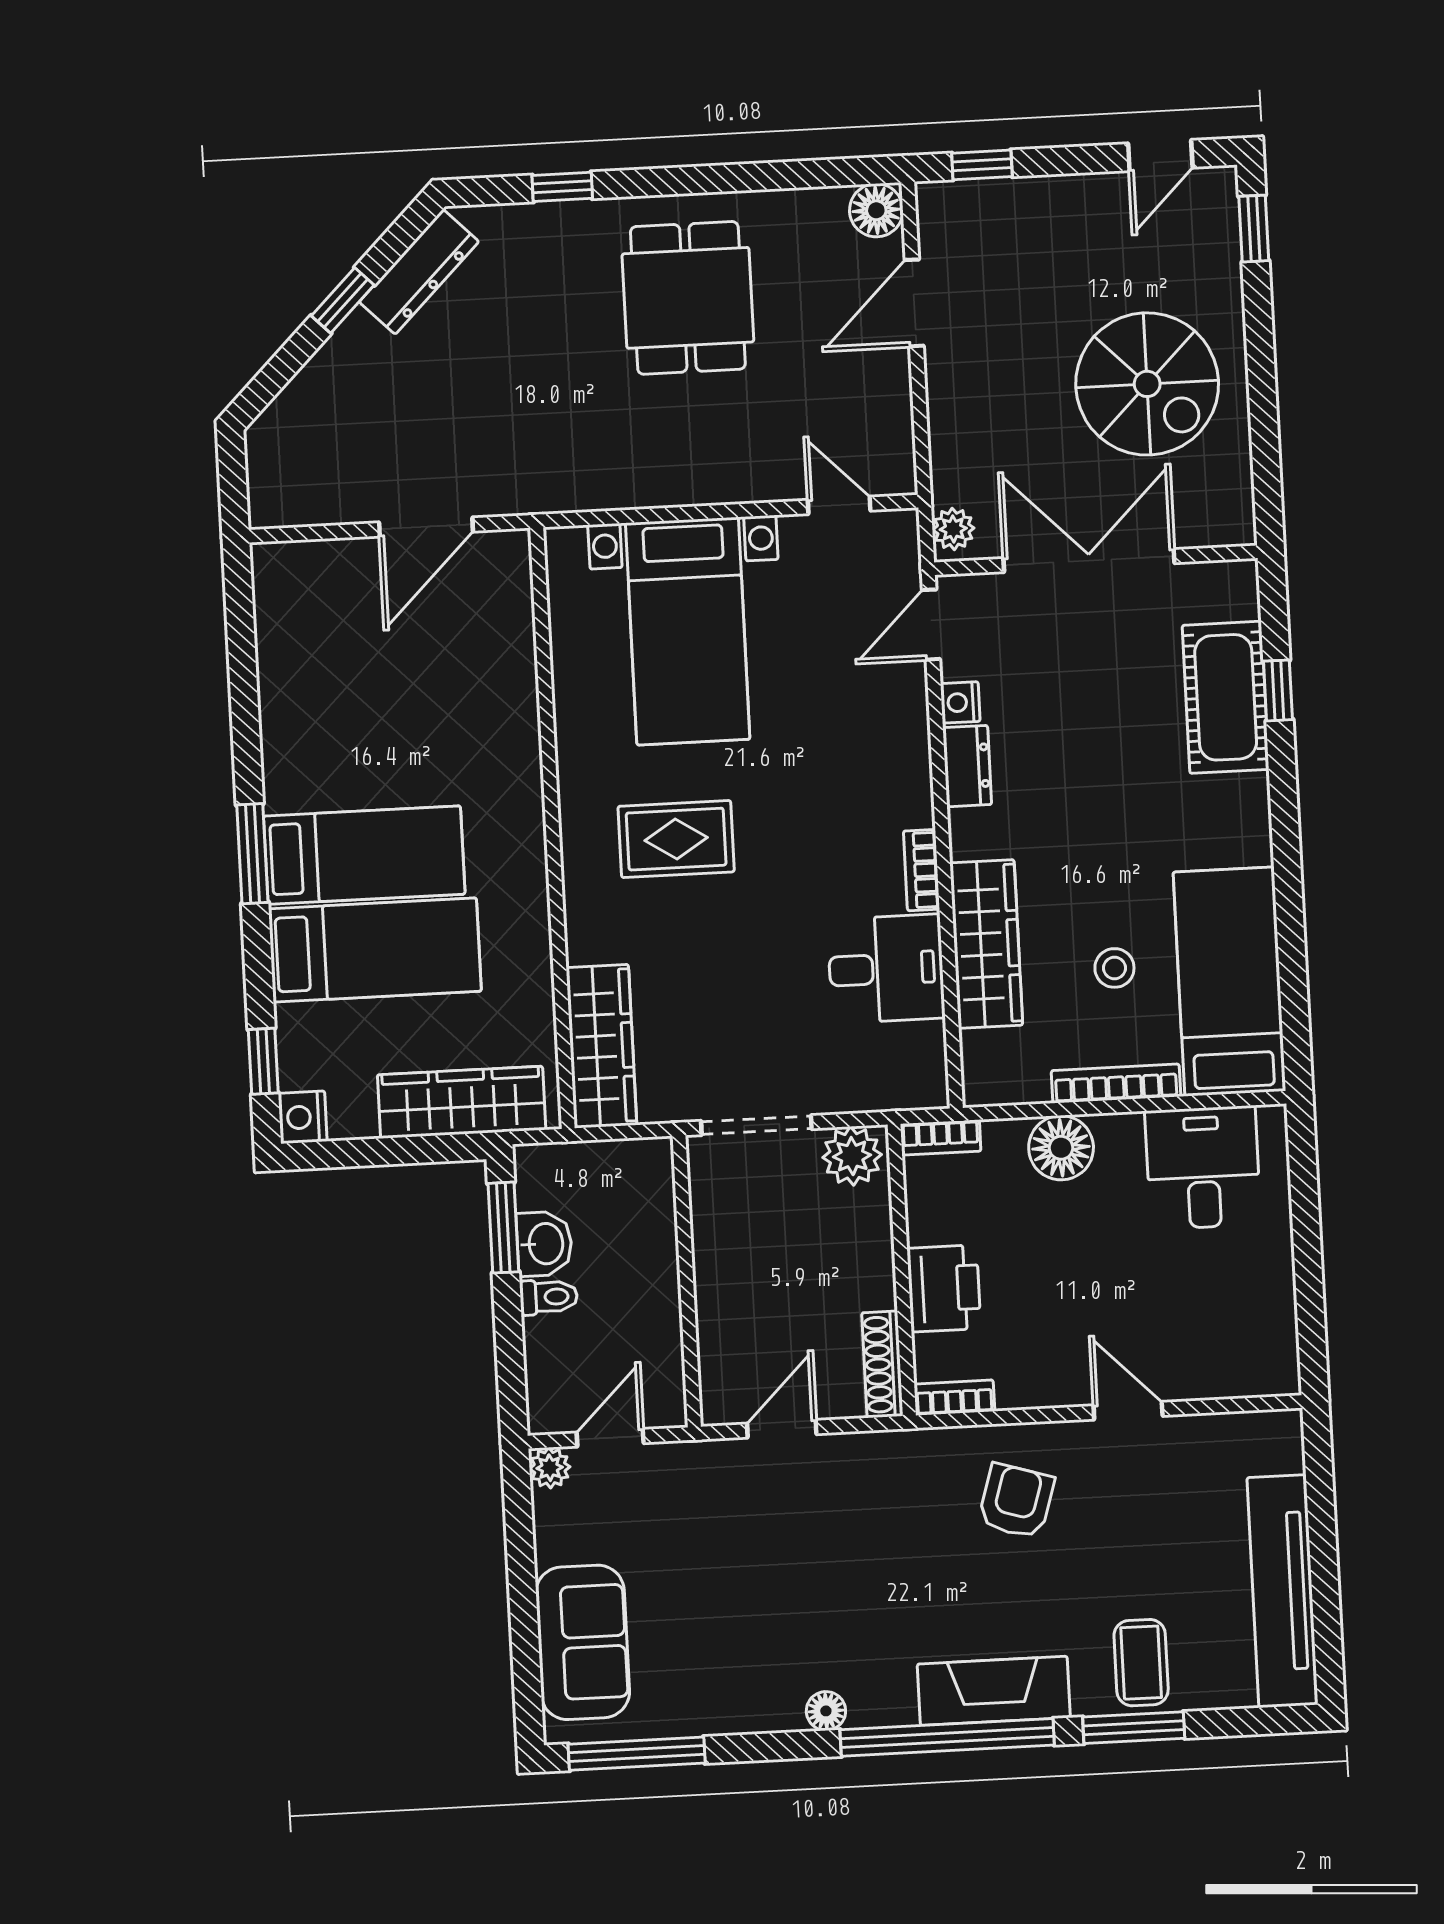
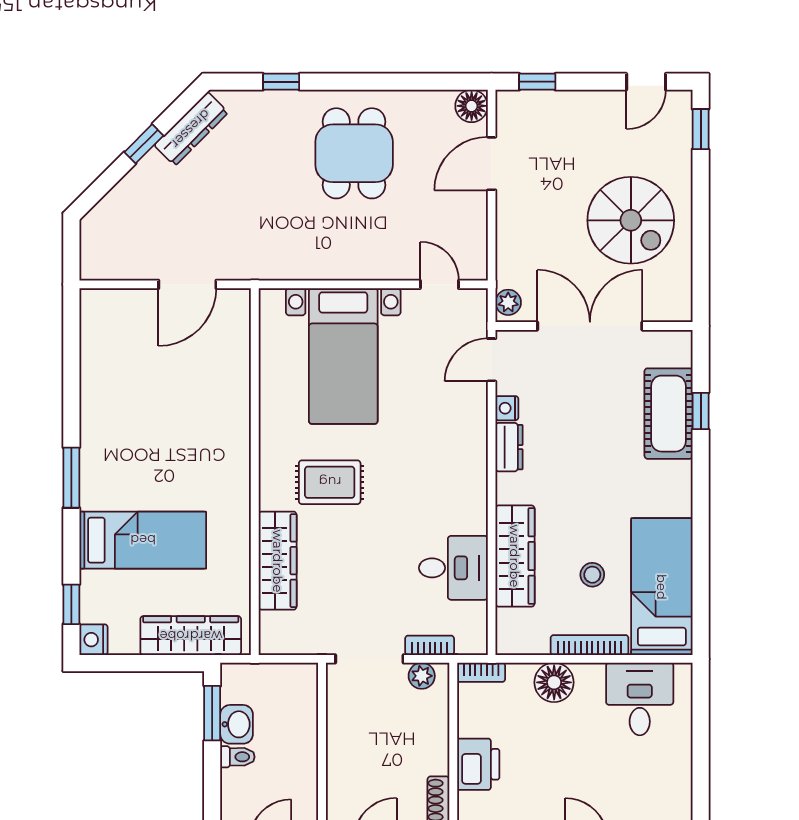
bed: (364, 855) -> (139, 482), removed
bookcase: (922, 870) -> (430, 645), moved, turned 90
wardrobe: (601, 1046) -> (278, 561), moved
plant: (852, 1156) -> (422, 676), width x0.73, depth x0.73

